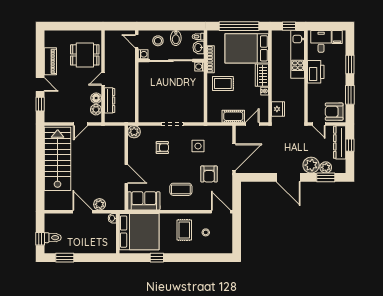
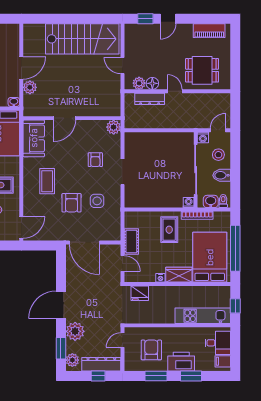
dining table: (85, 55) -> (202, 70), turned 90
piano: (50, 61) -> (209, 31), moved
printer: (316, 72) -> (181, 362), moved, turned 180
armchair: (334, 112) -> (151, 350), moved
plant: (326, 167) -> (72, 360), moved
armchair: (209, 174) -> (71, 203), moved, turned -90

